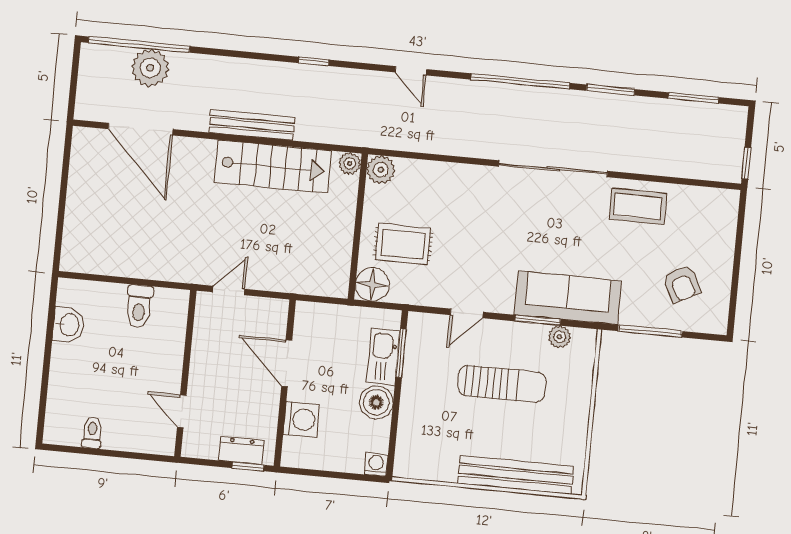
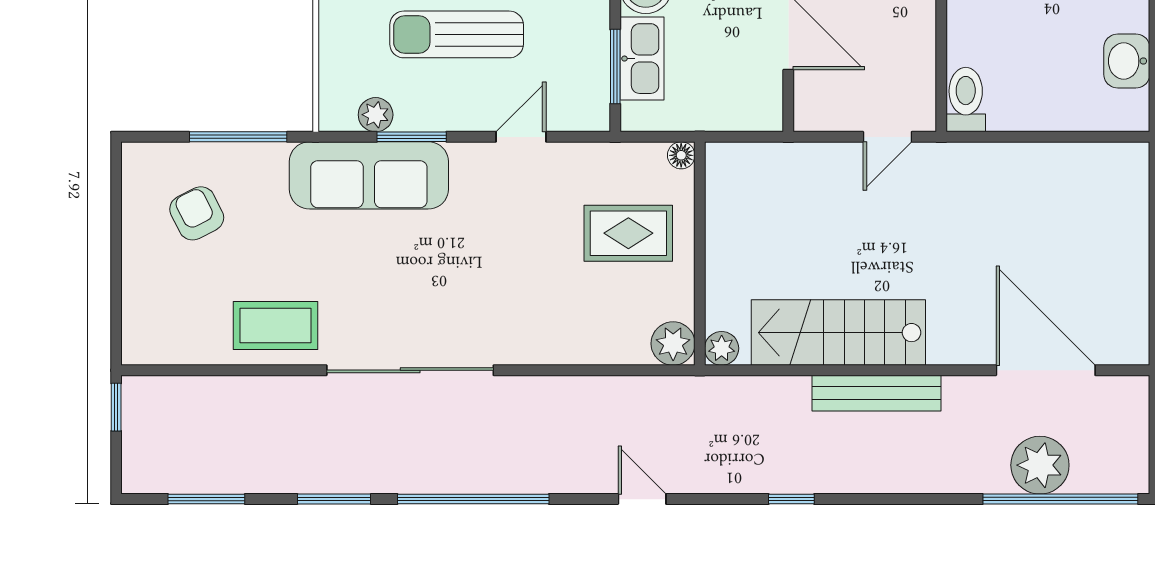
floor lamp: (372, 284) -> (681, 155), width x0.53, depth x0.53
toilet: (139, 306) -> (966, 100), moved

